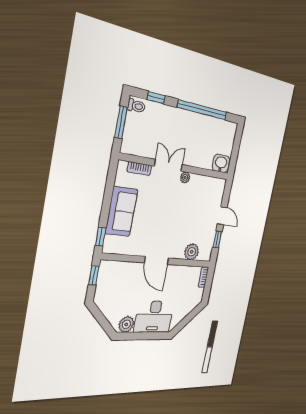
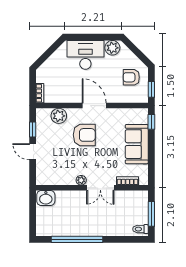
window: (156, 98) -> (124, 239), removed
armchair: (172, 228) -> (84, 135), added
armchair: (113, 291) -> (131, 77), added

